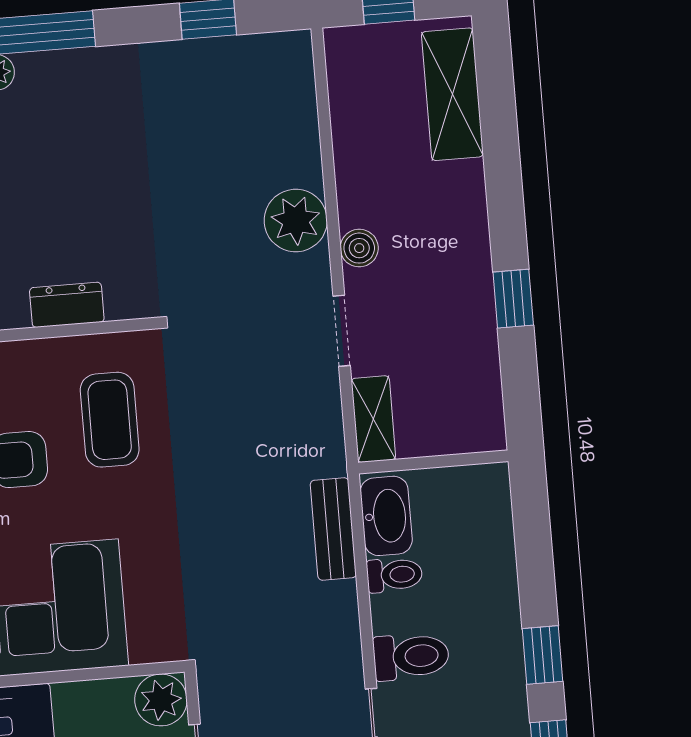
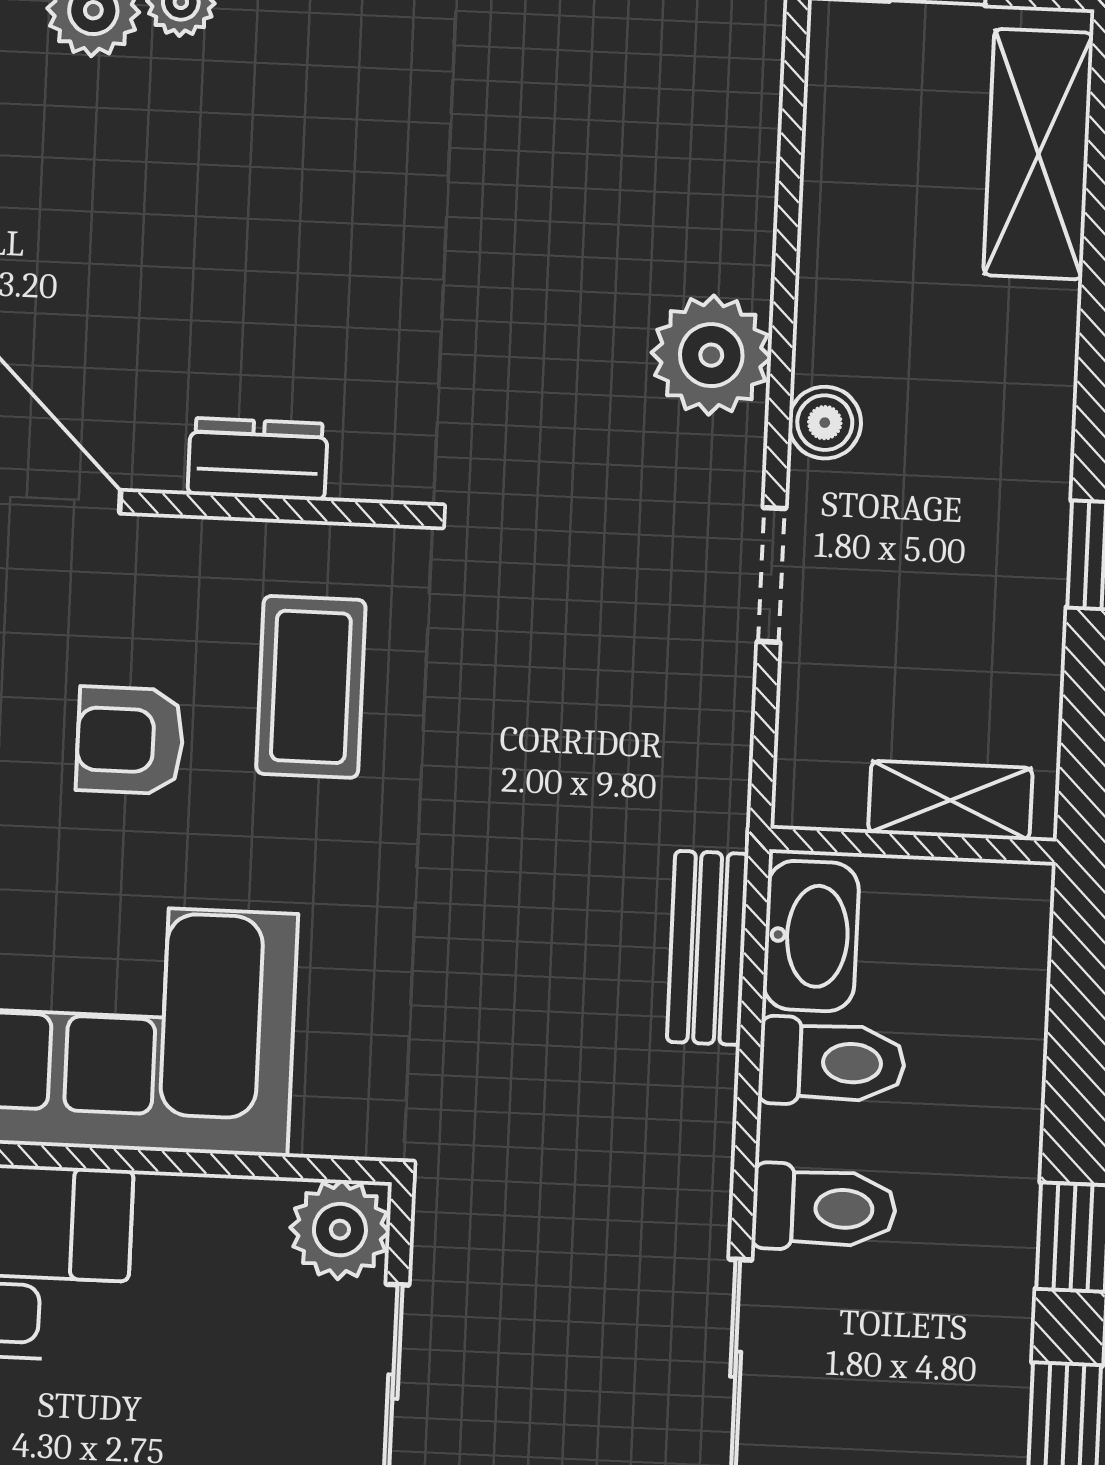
shelving: (373, 419) -> (950, 800), moved, turned 90
toilet: (394, 575) -> (832, 1062), width x1.37, depth x1.39

